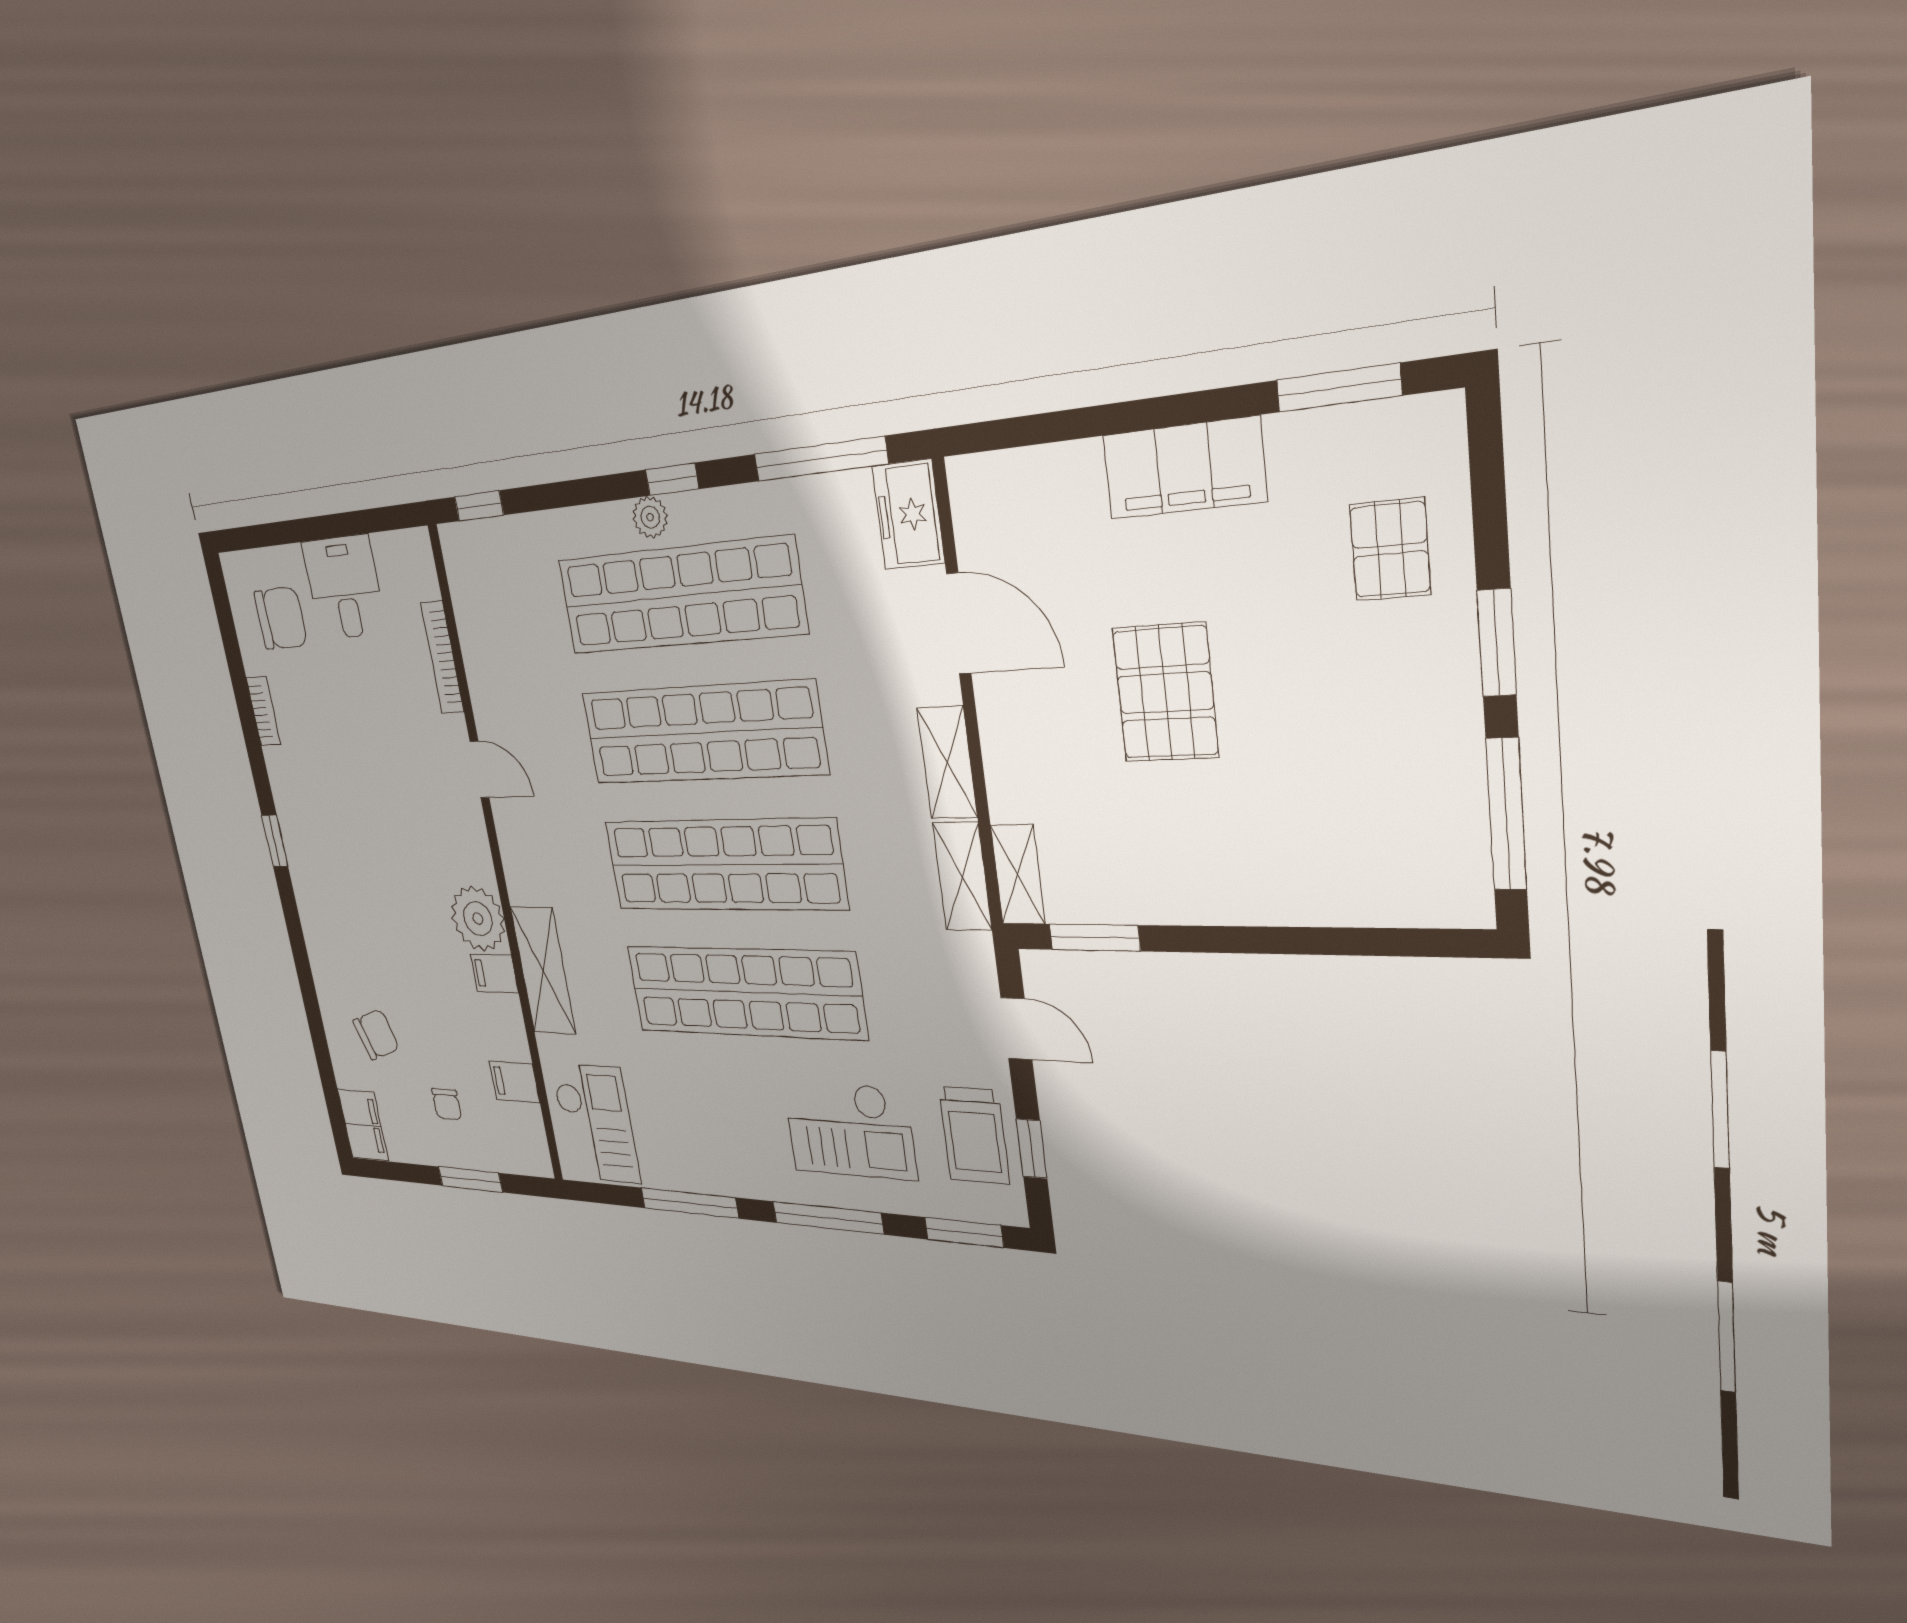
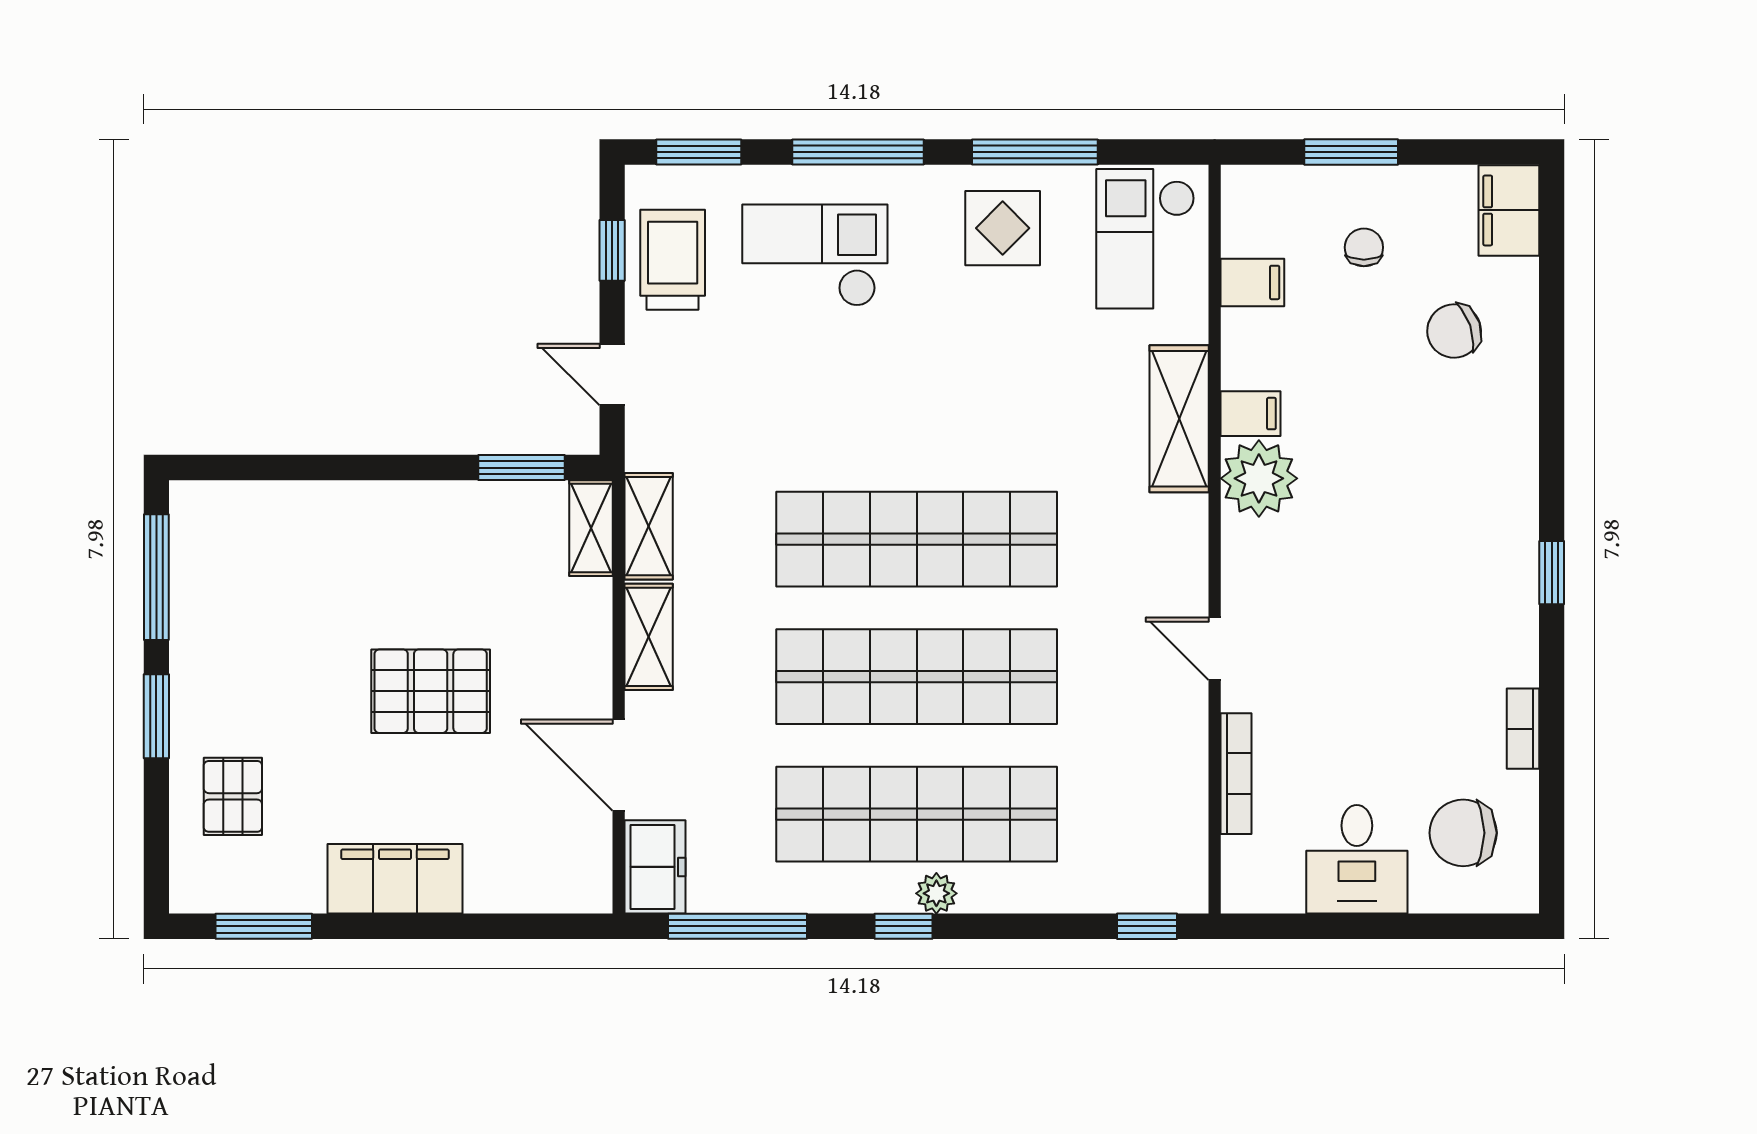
pallet: (1165, 693) -> (431, 691), turned 90
shop shelf: (745, 992) -> (917, 402), removed
display table: (702, 1141) -> (1003, 228), added

